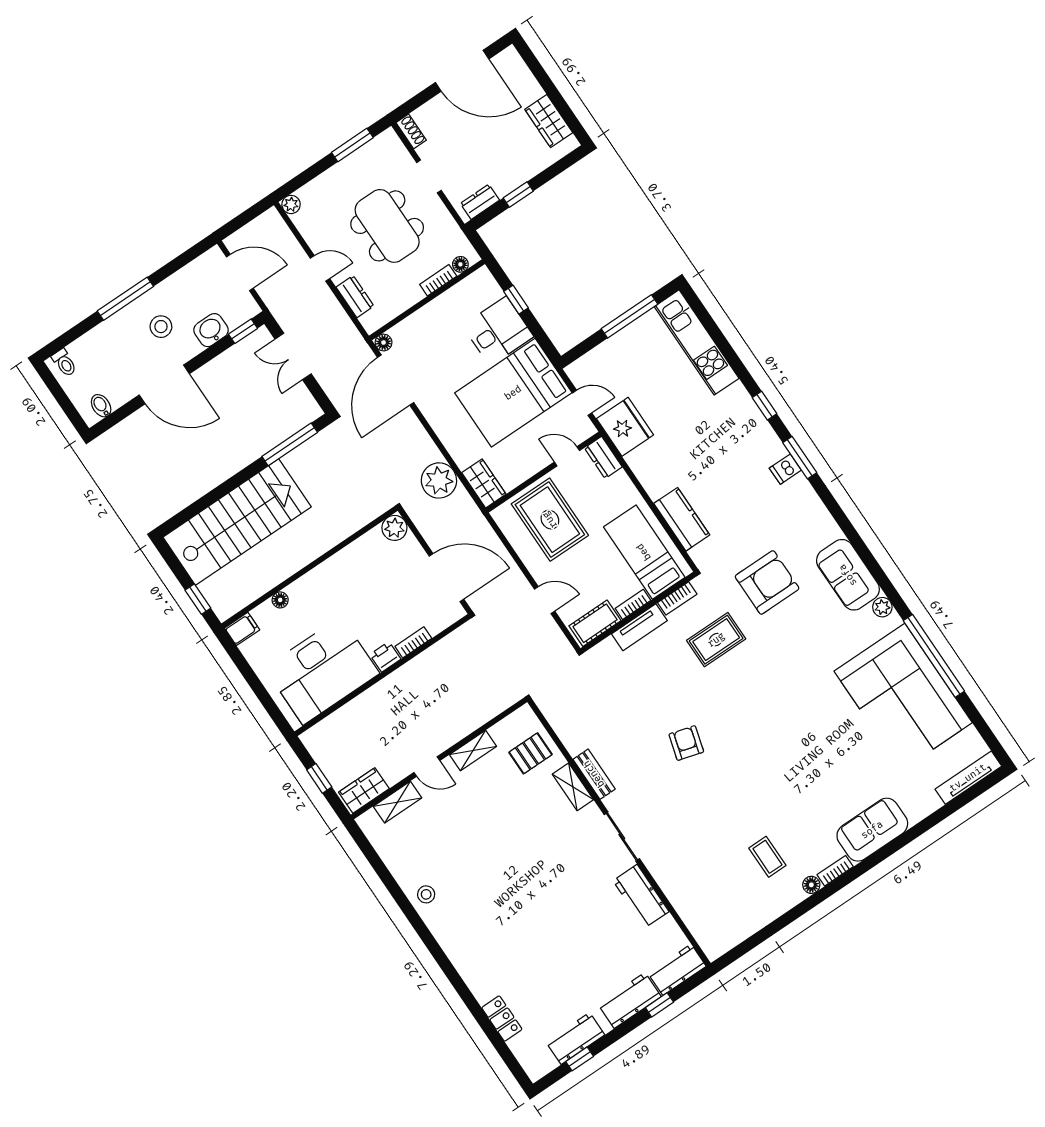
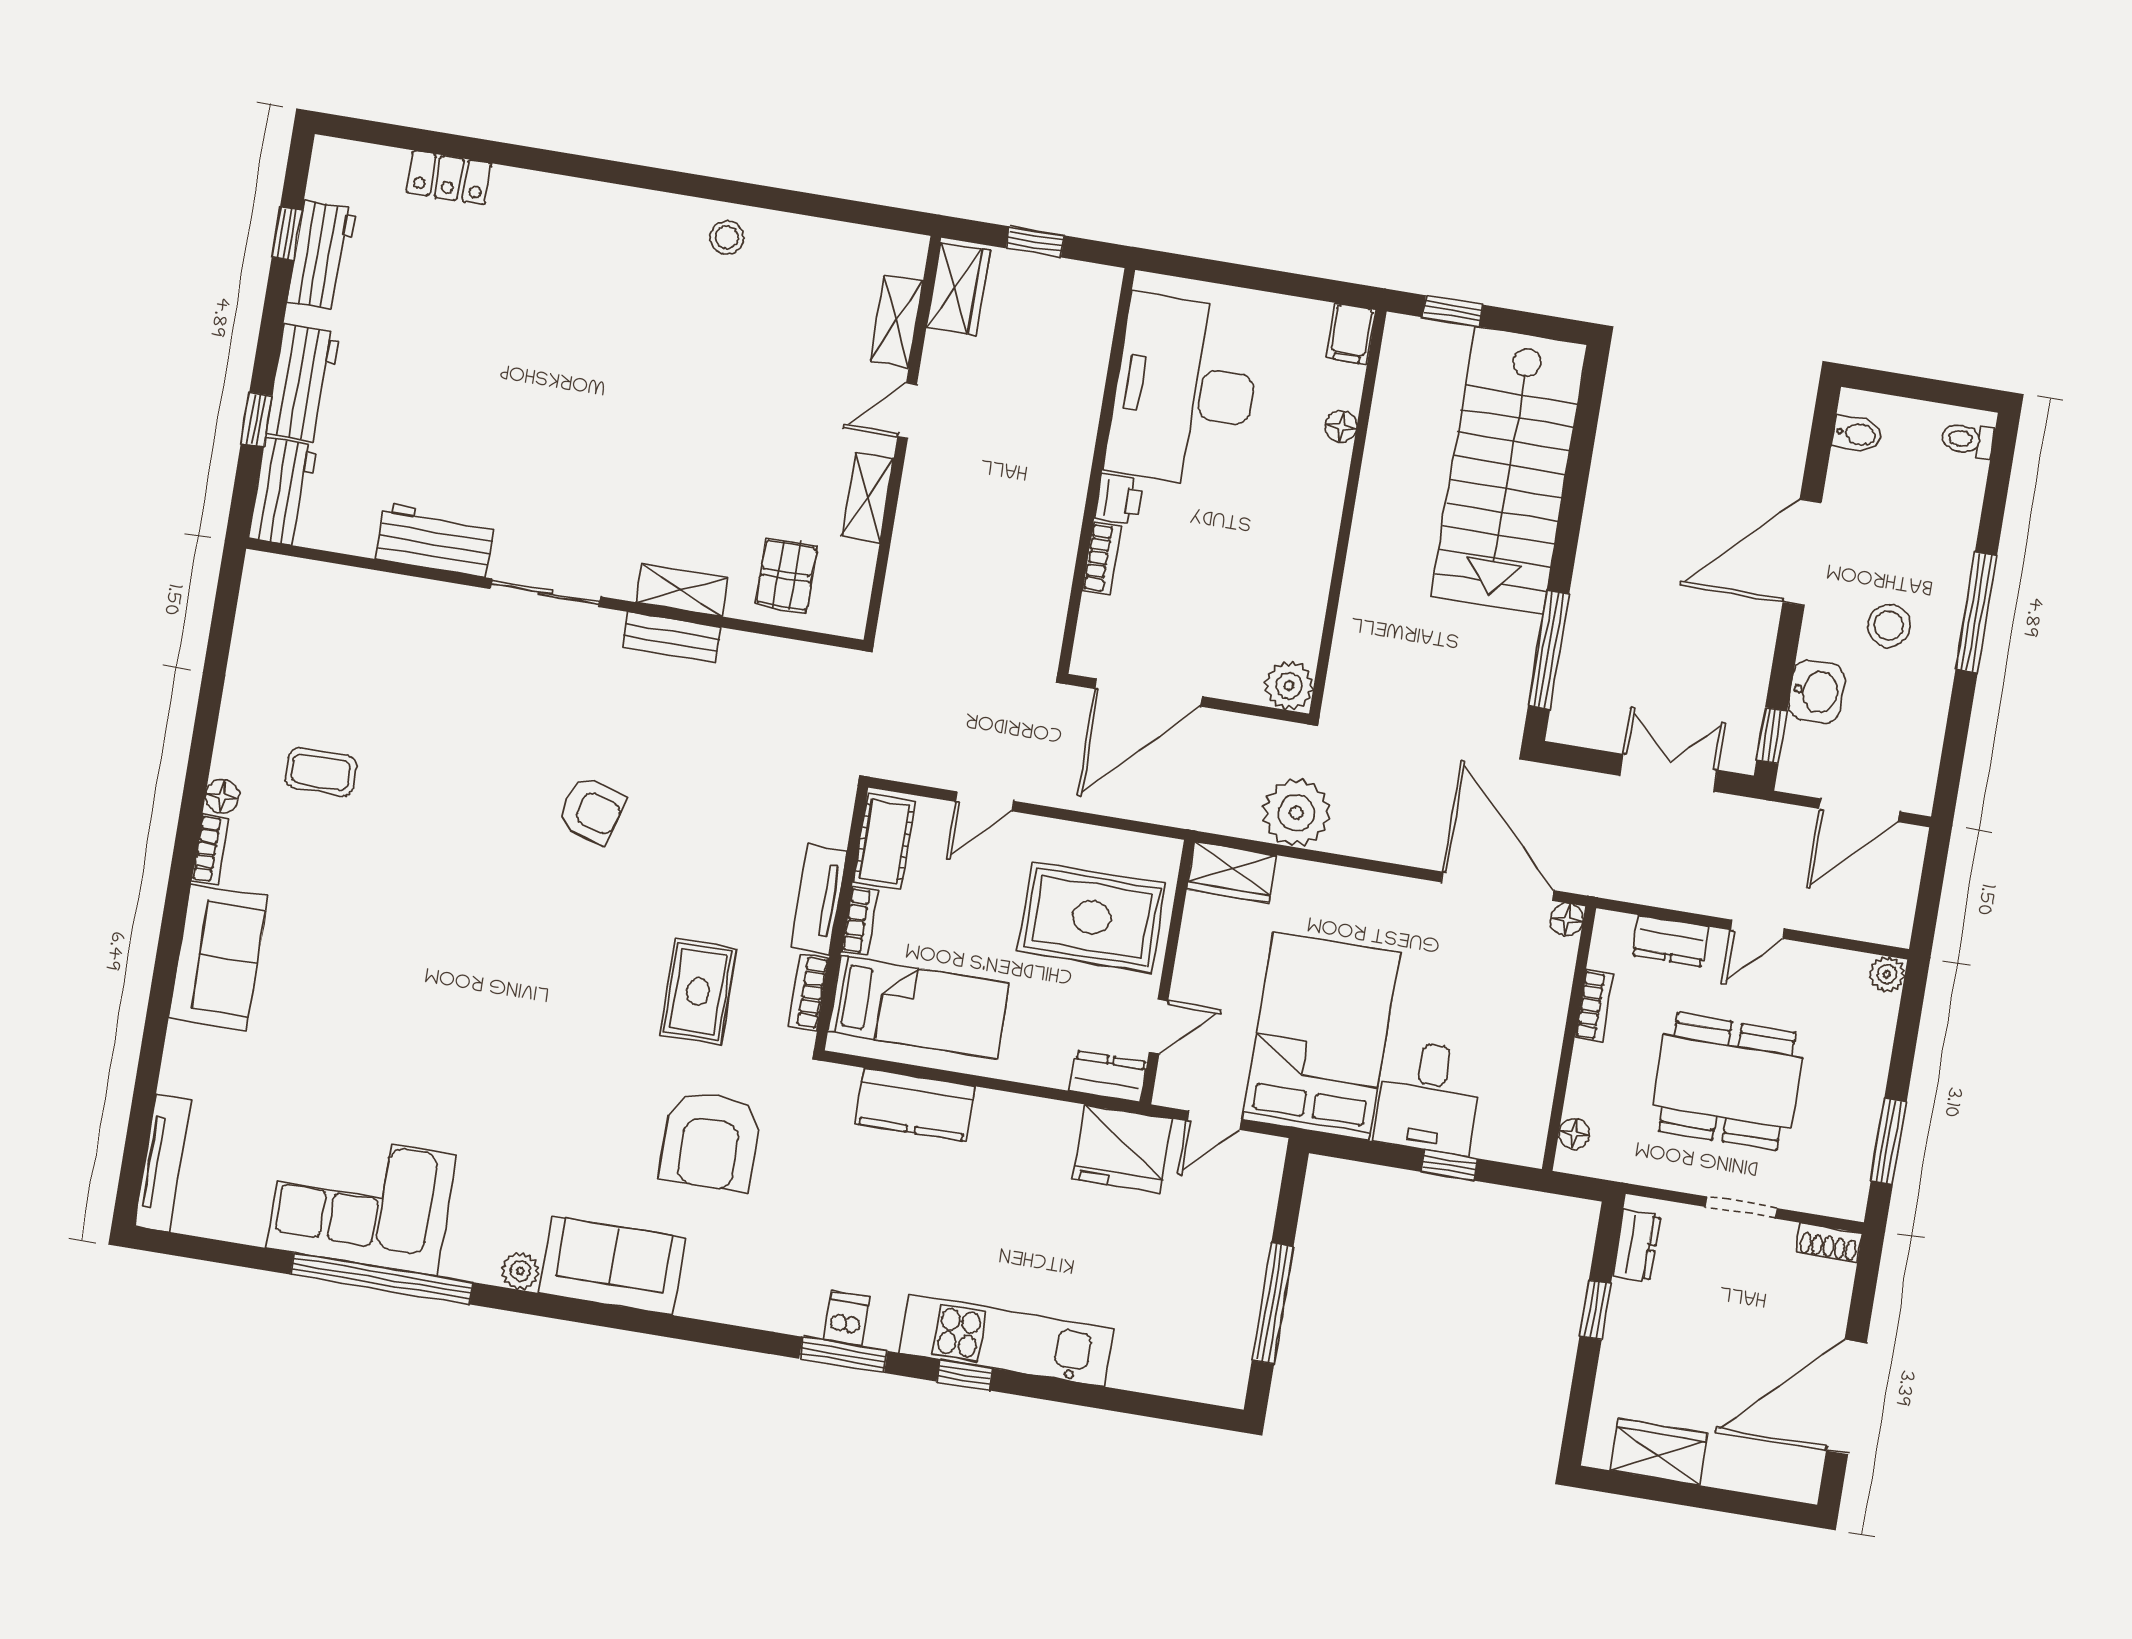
bookcase: (438, 280) -> (1594, 1006), moved
kitchen unit: (697, 342) -> (1007, 1341), moved
corner sofa: (903, 697) -> (361, 1201), width x0.73, depth x0.74

